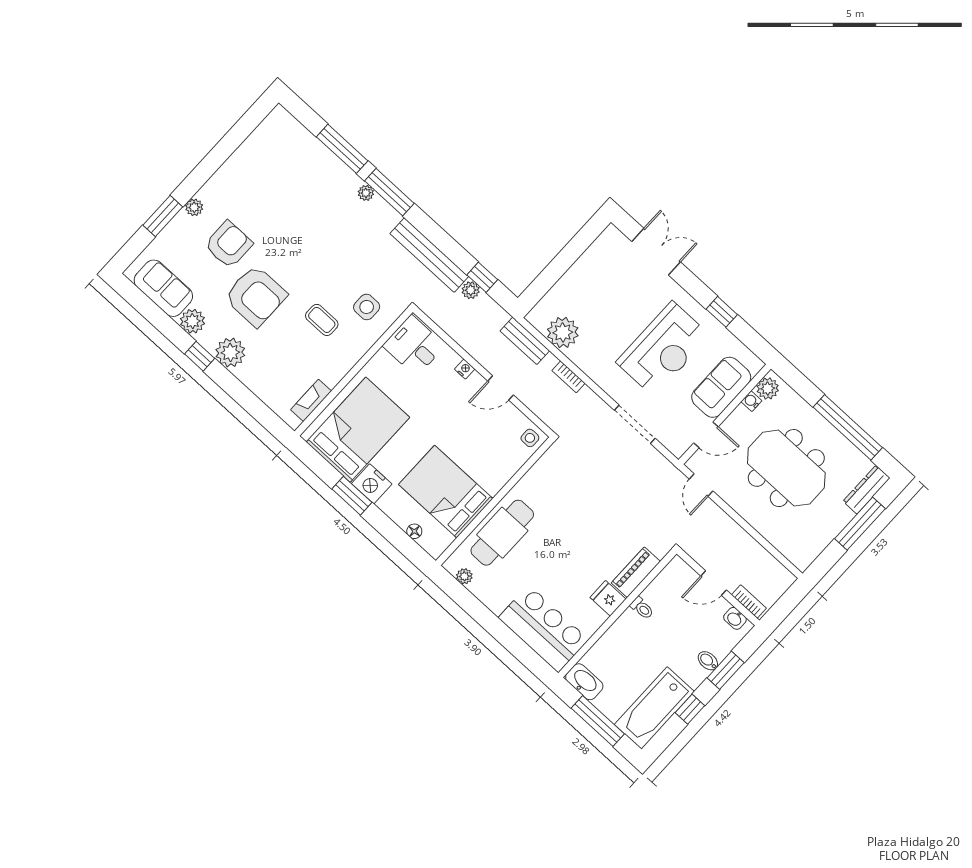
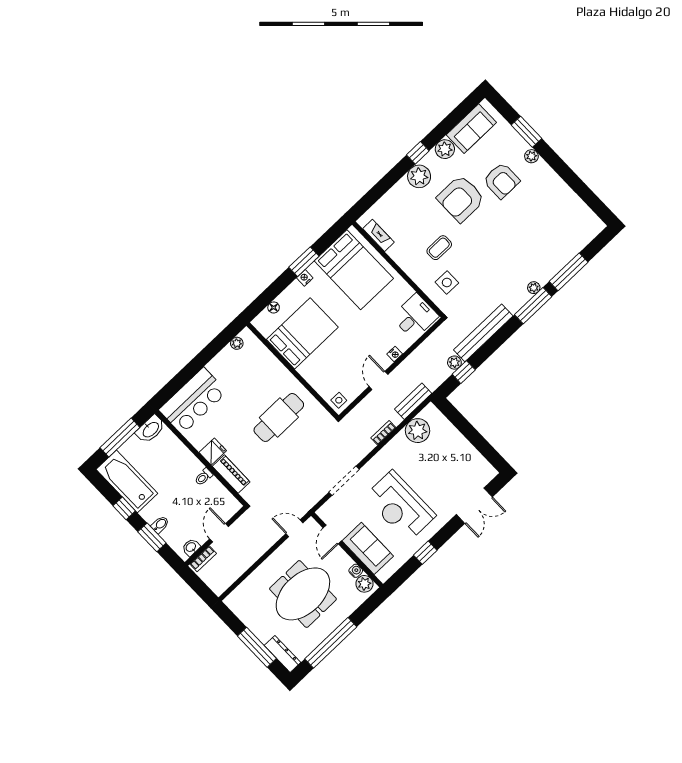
nightstand: (372, 484) -> (305, 278), width x0.53, depth x0.56
cafe table: (502, 533) -> (279, 417), moved, turned 90

